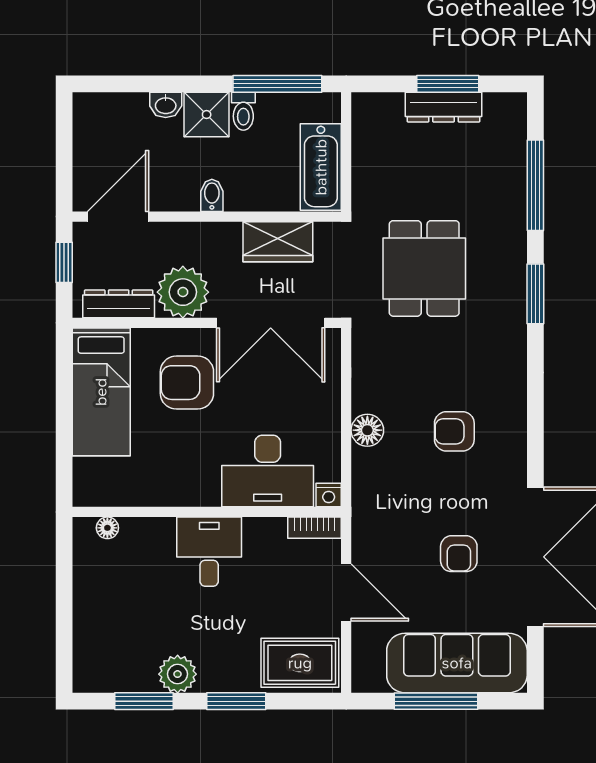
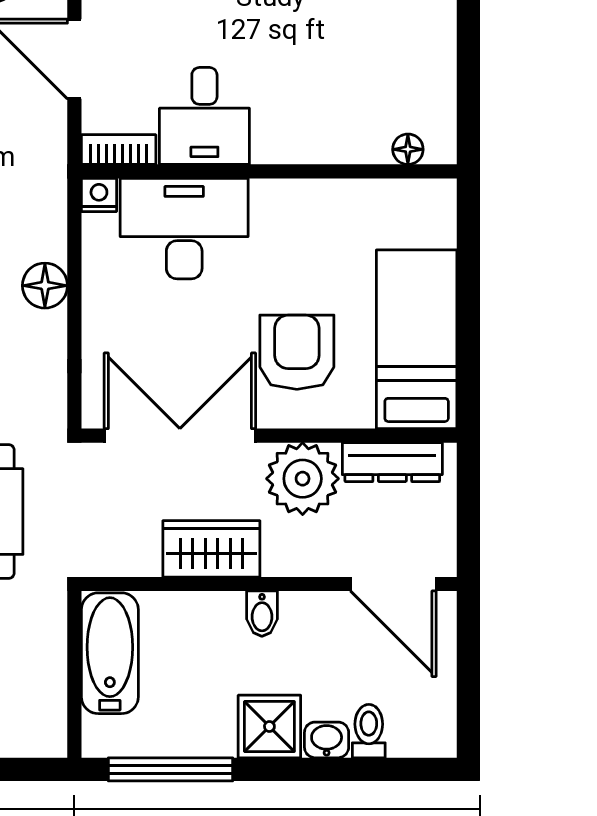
toilet: (243, 111) -> (369, 731), moved
door: (118, 217) -> (393, 584), hinge flipped
wardrobe: (278, 242) -> (211, 549), moved
window: (64, 262) -> (468, 520), removed
armchair: (187, 383) -> (297, 352), turned -90
desk: (209, 552) -> (204, 116), moved

